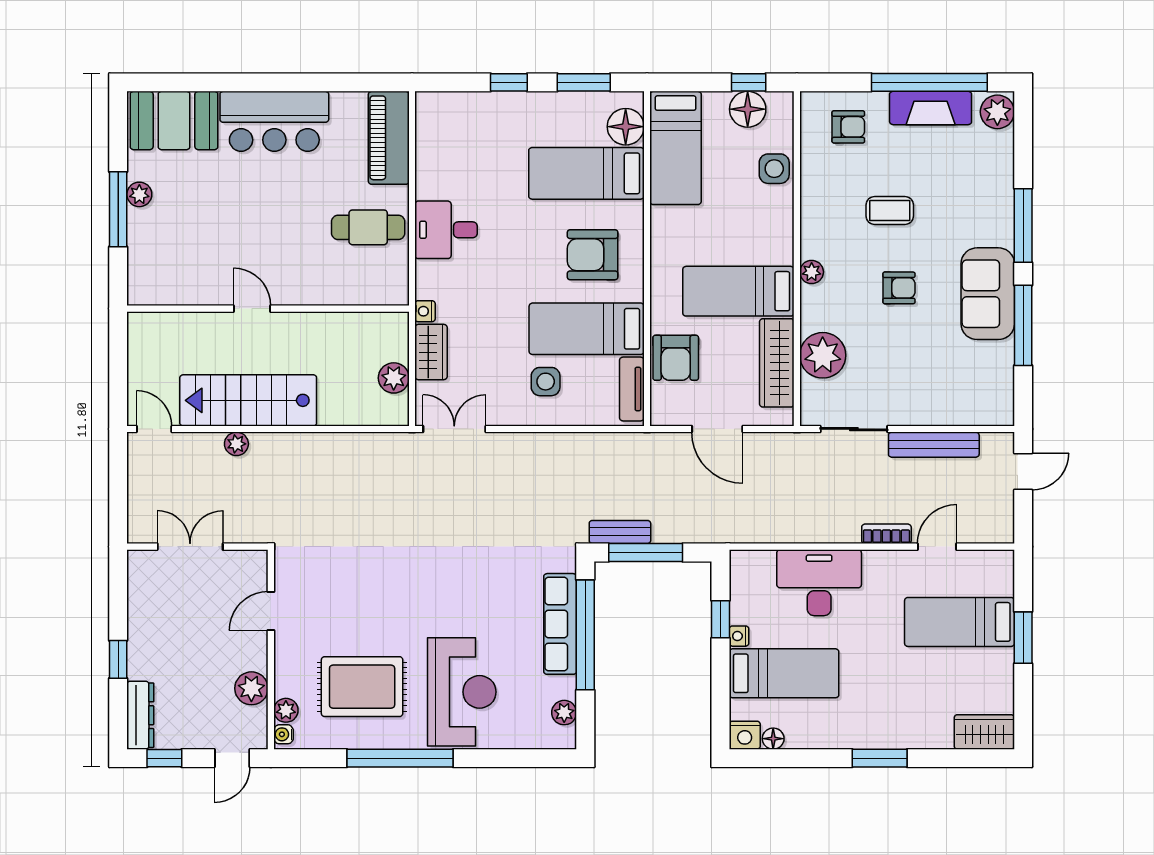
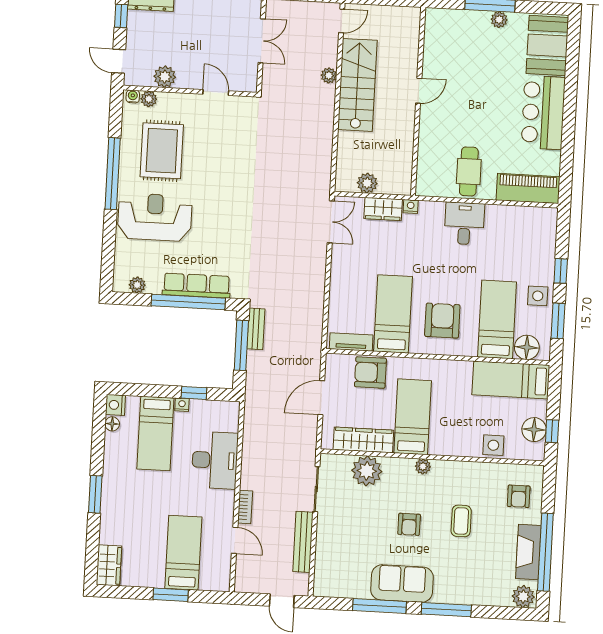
side table: (546, 382) -> (538, 296), moved
reception desk: (462, 692) -> (155, 217), turned 180

